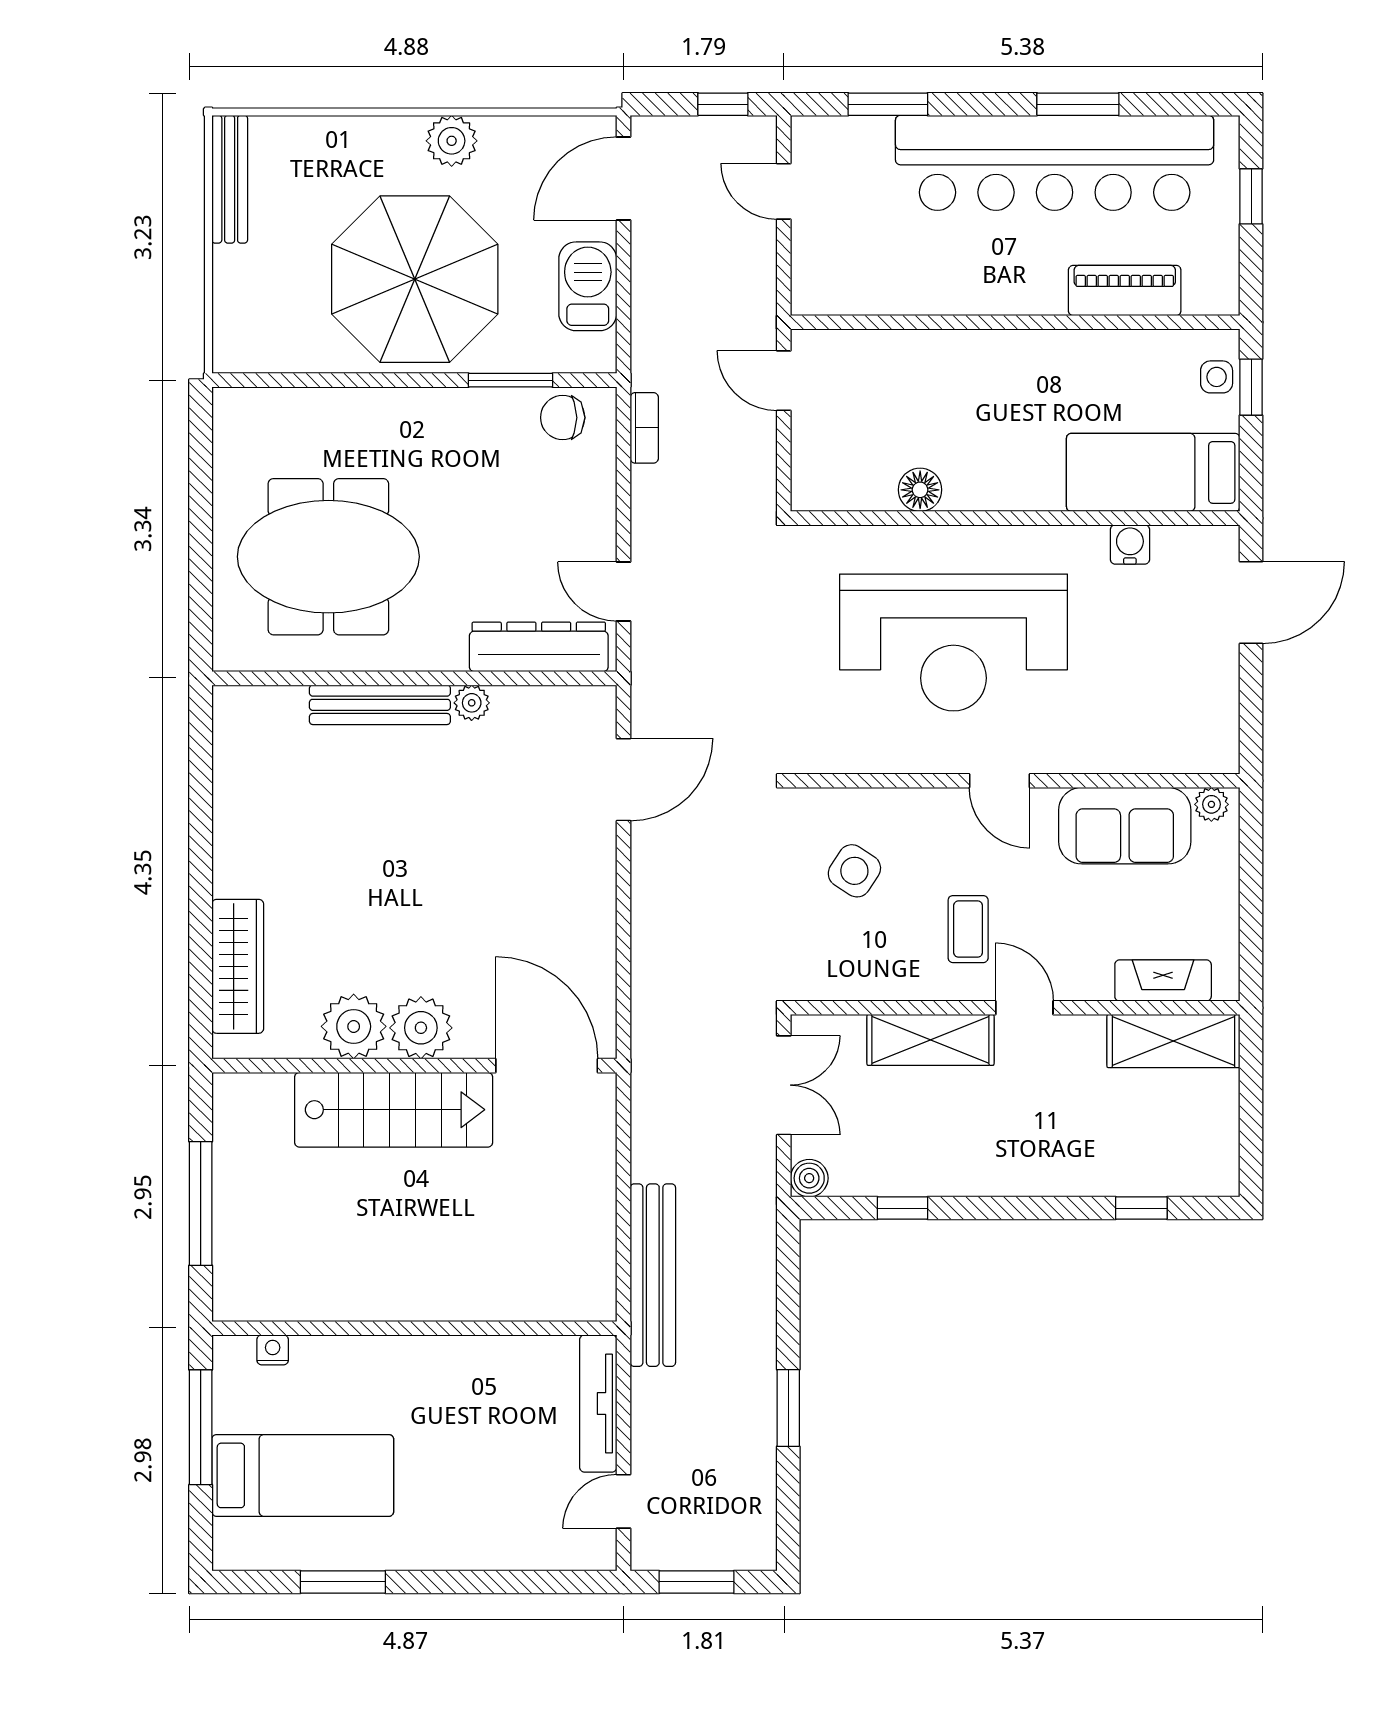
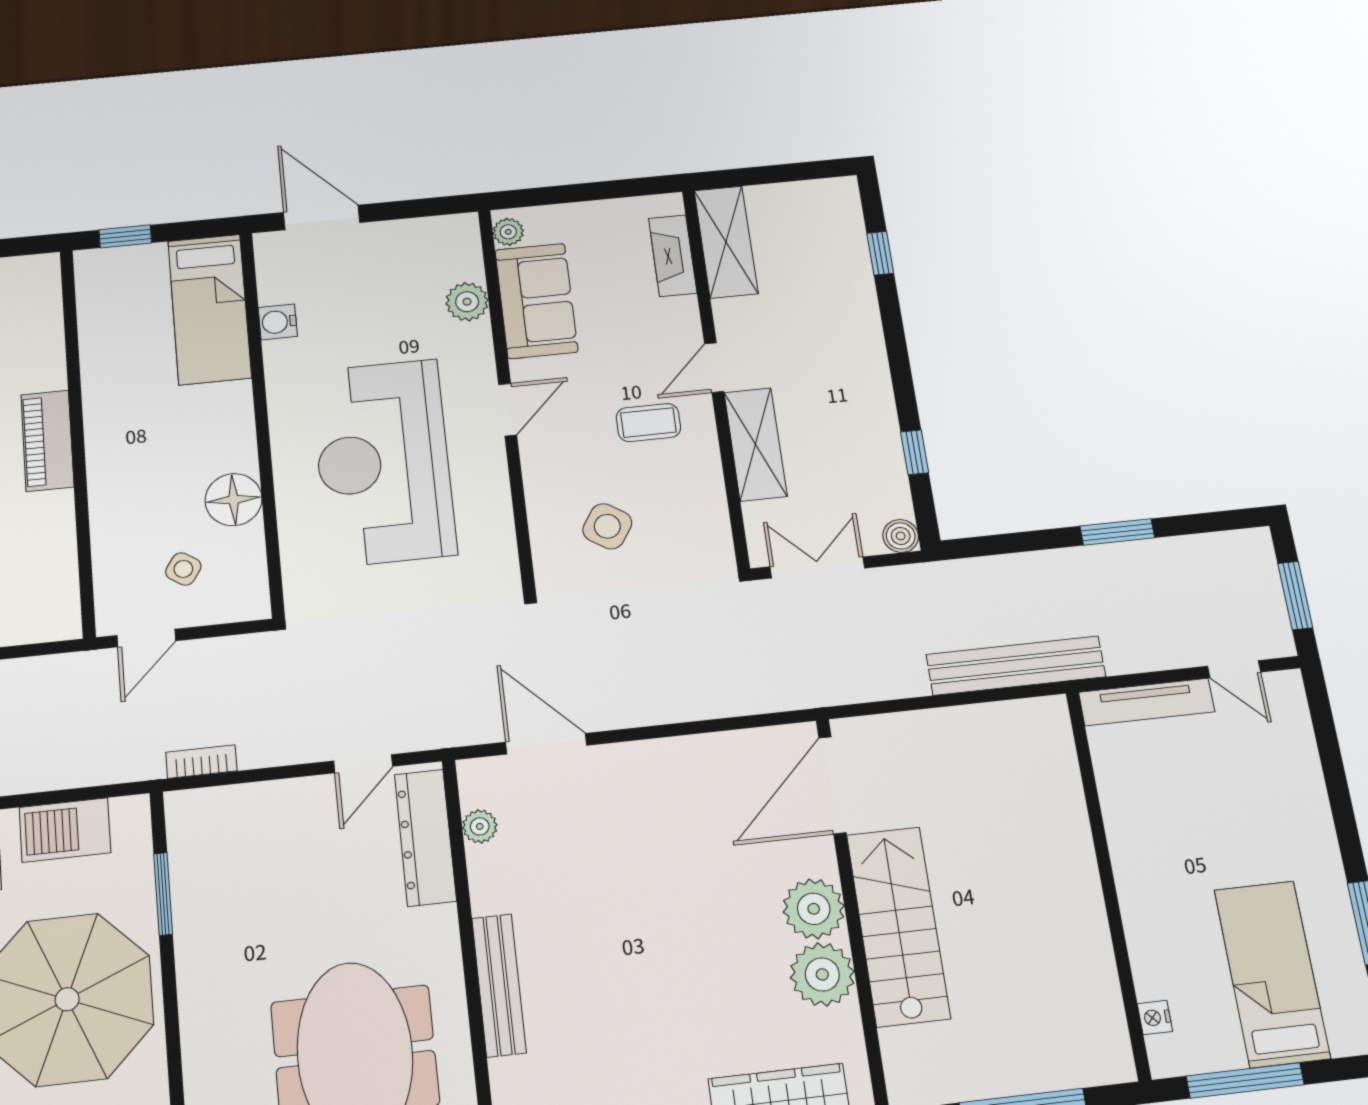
piano: (1125, 290) -> (47, 441), moved
side table: (1217, 377) -> (183, 569), moved, turned 33
chair: (563, 418) -> (197, 840), removed
floor lamp: (920, 490) -> (234, 500), width x1.38, depth x1.38
reception desk: (953, 642) -> (383, 462), turned 180
plant: (472, 703) -> (480, 826), moved
plant: (1132, 751) -> (467, 302), added

